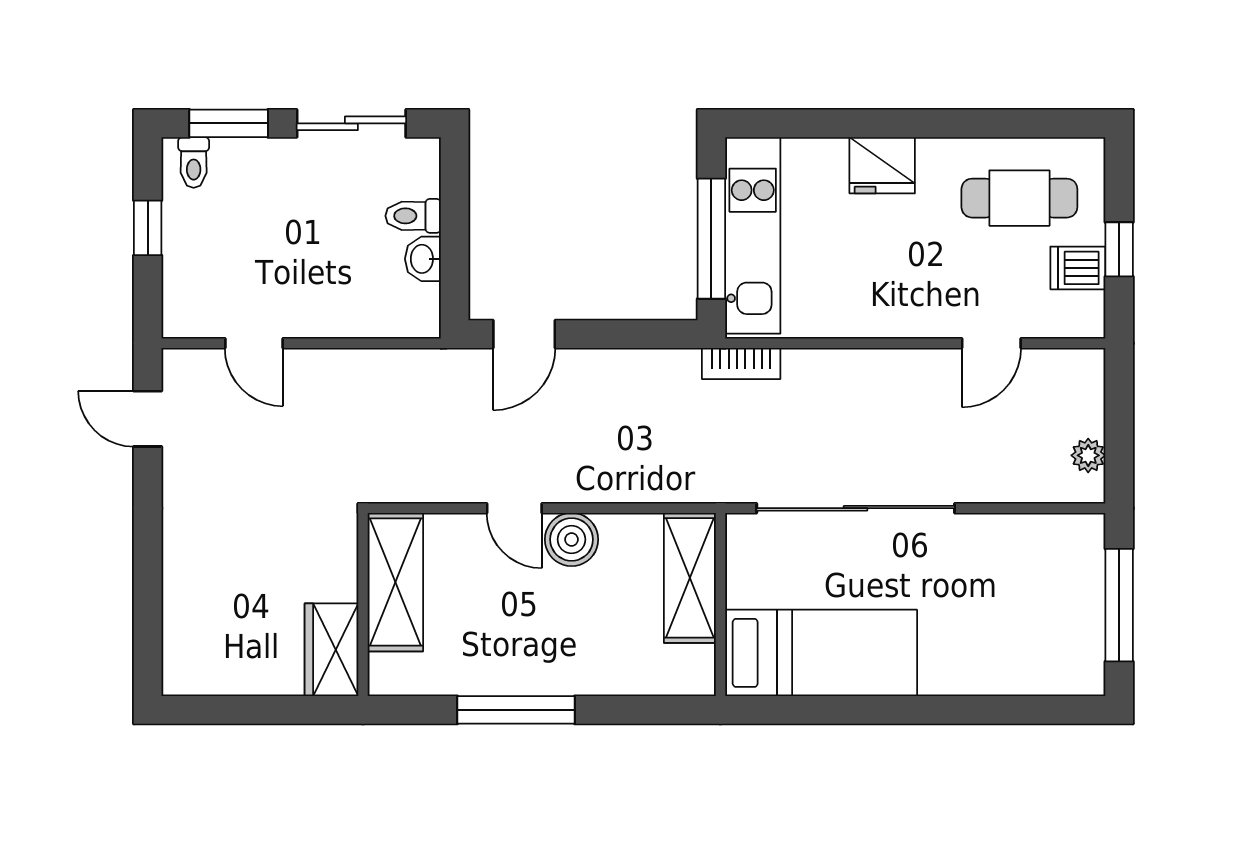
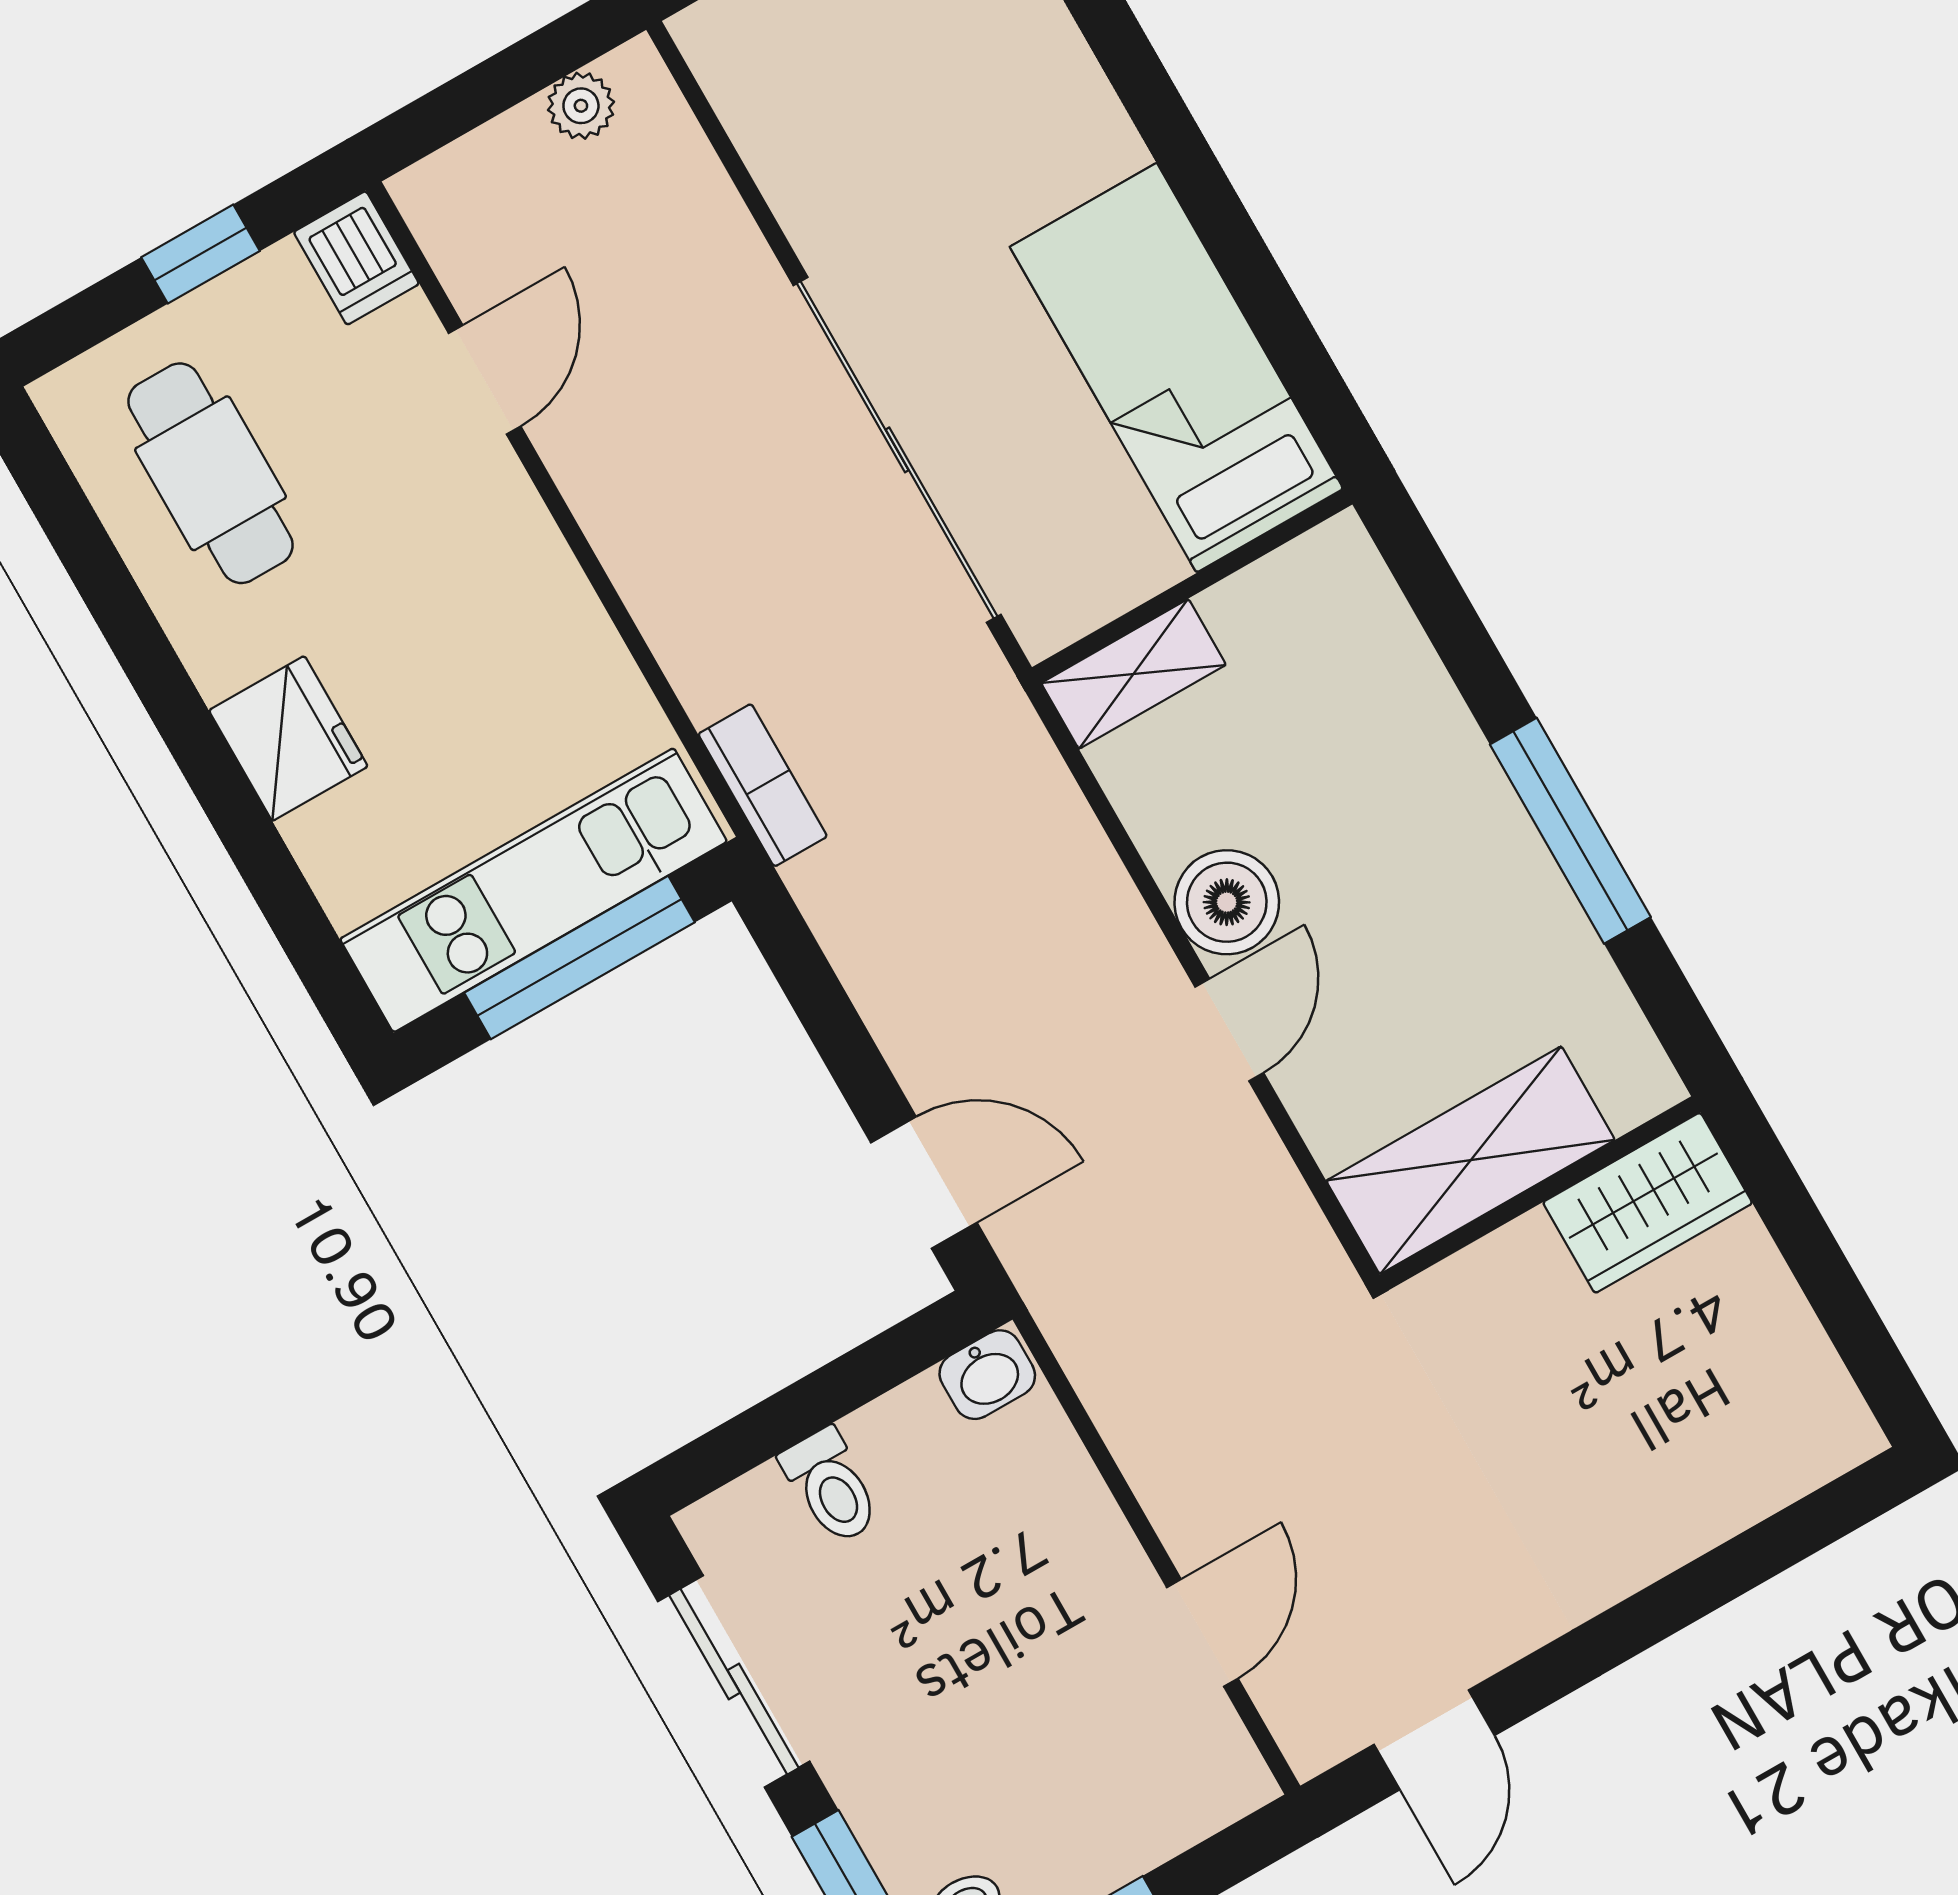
washbasin: (423, 259) -> (987, 1375), moved
dishwasher: (1078, 268) -> (356, 258), moved
door: (991, 343) -> (485, 380), hinge flipped
shelving: (690, 578) -> (1134, 674), width x0.67, depth x0.75

